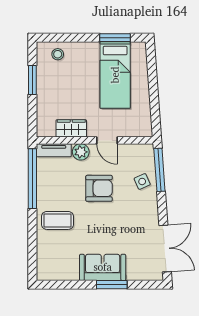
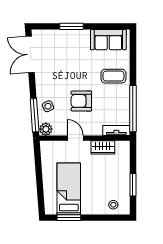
plant: (81, 152) -> (46, 129), moved
sofa: (103, 267) -> (108, 40), moved

